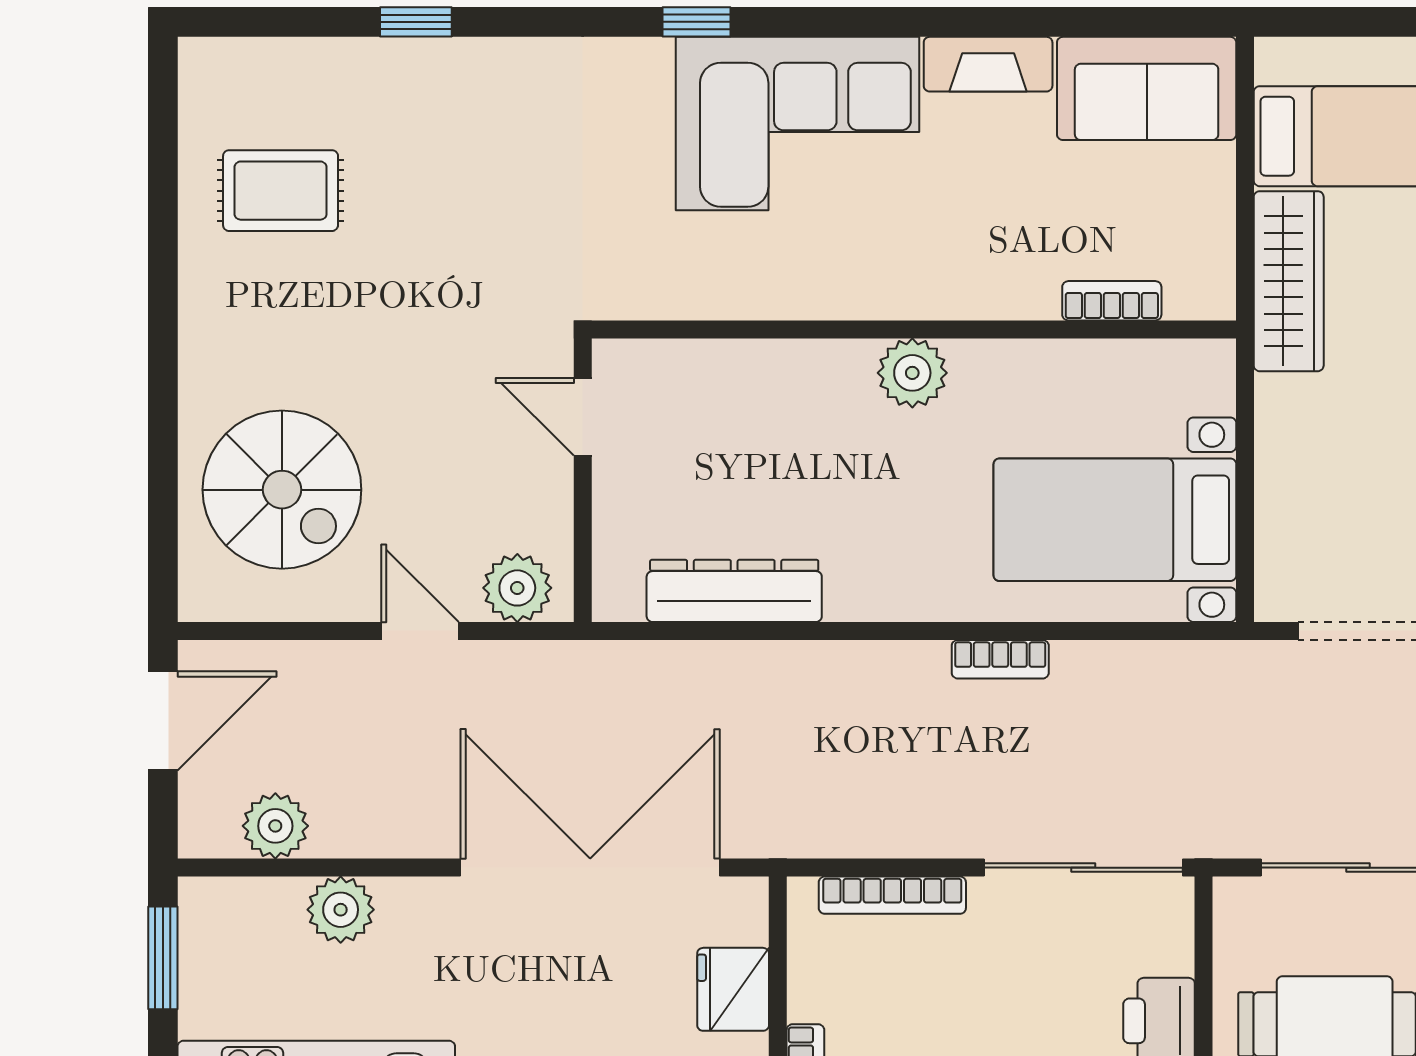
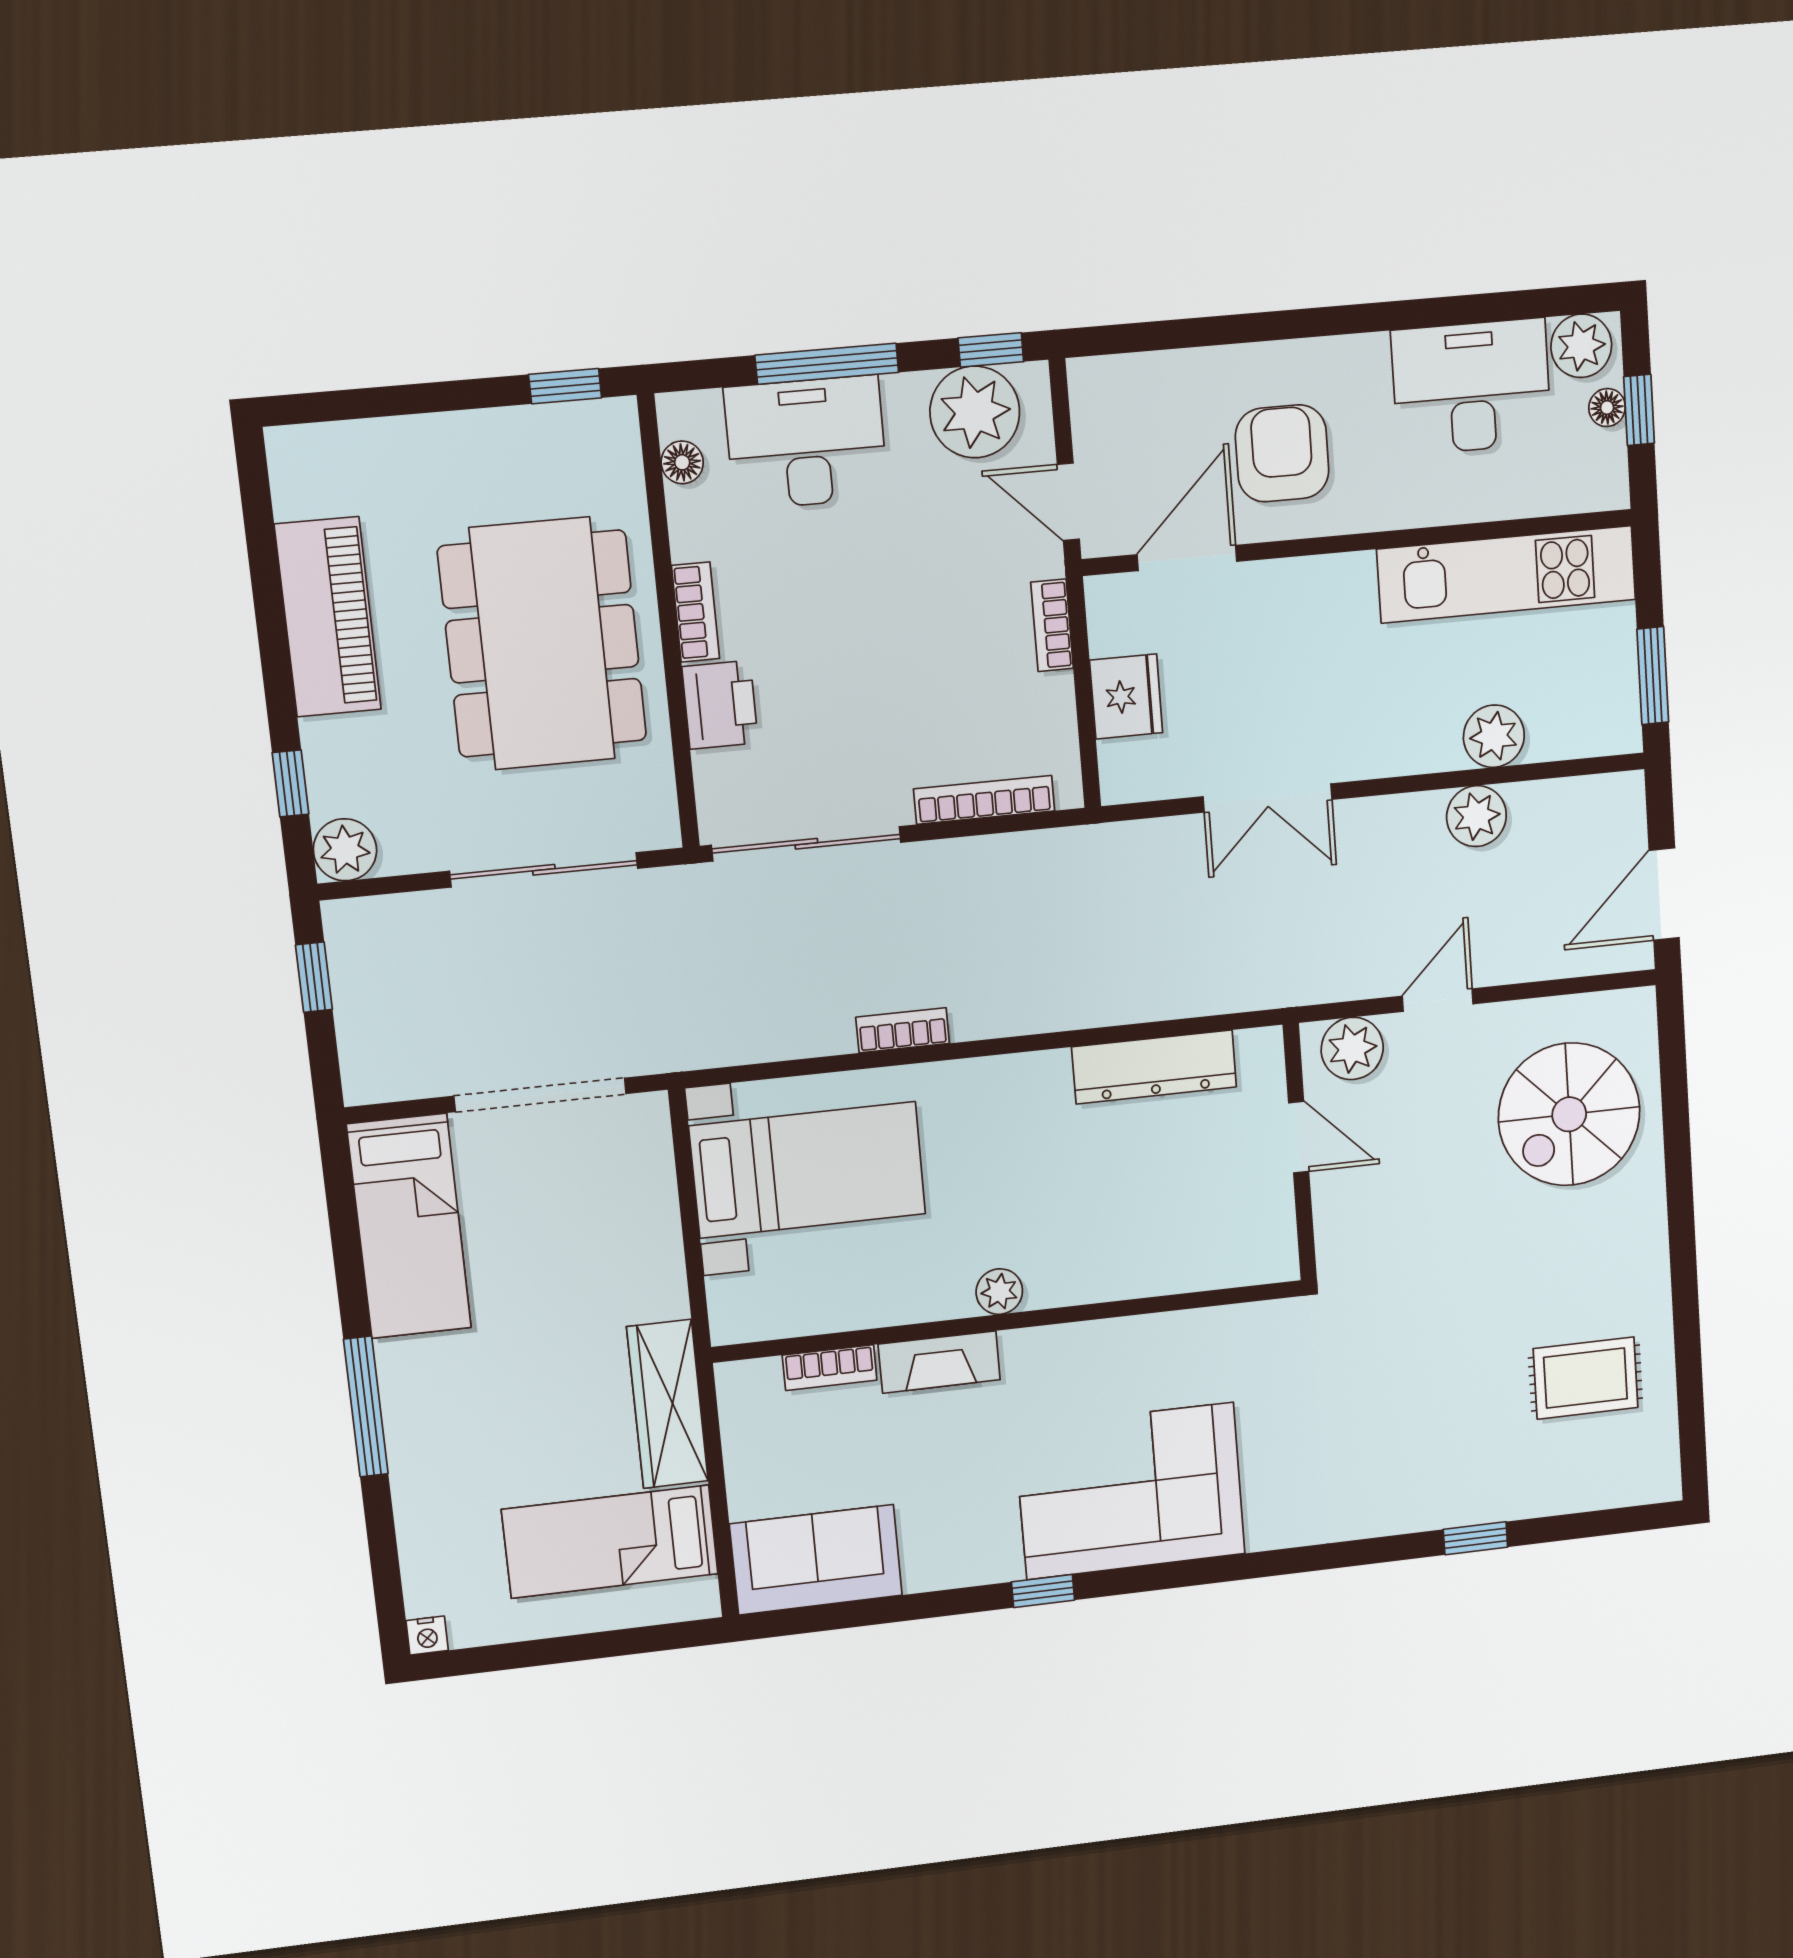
window: (697, 22) -> (1043, 1591), moved
fireplace: (988, 64) -> (939, 1362), moved, turned 180
plant: (912, 373) -> (999, 1292), width x0.73, depth x0.73
door: (583, 417) -> (1299, 1137), moved
spiral stairs: (282, 490) -> (1569, 1114), turned -90
door: (420, 631) -> (1438, 1000), swing flipped
plant: (275, 826) -> (1476, 816), moved
double door: (590, 868) -> (1268, 798), width x0.54

